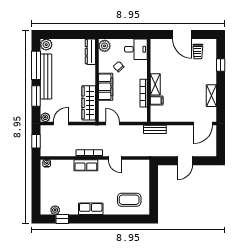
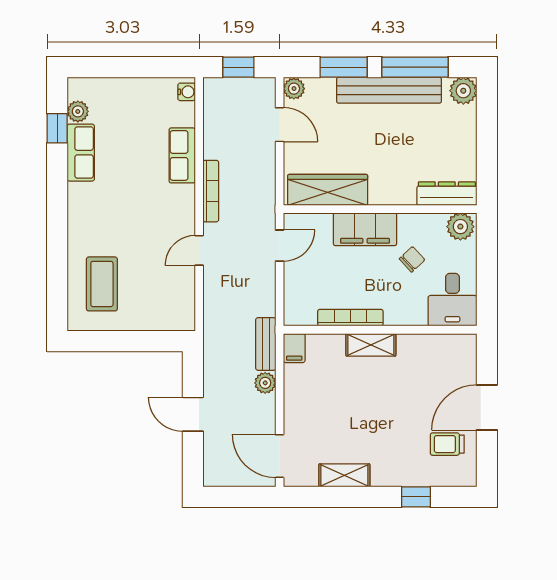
filing cabinet: (157, 101) -> (294, 348), moved
plant: (172, 130) -> (265, 383), added
row of seats: (86, 165) -> (182, 155), moved
row of seats: (91, 209) -> (81, 153), moved

